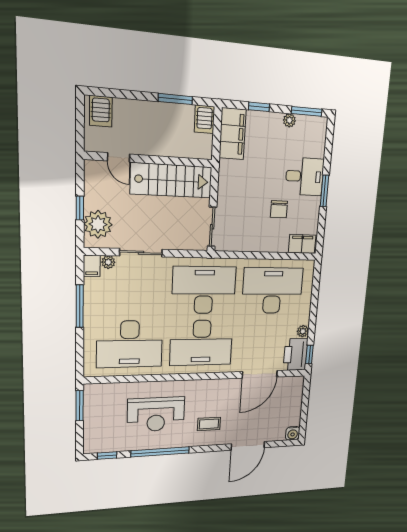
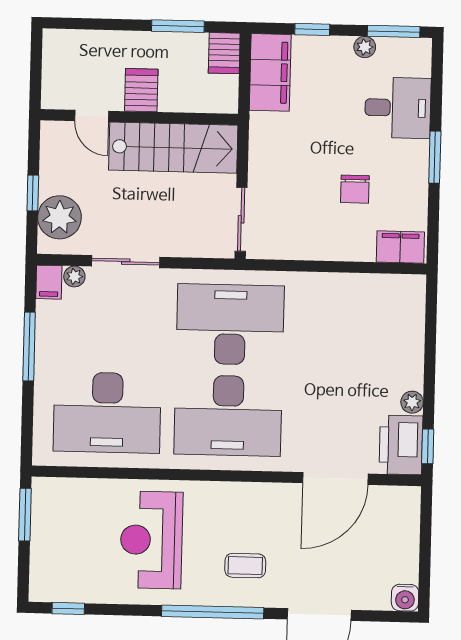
server rack: (101, 111) -> (141, 90), moved, turned 180
desk: (305, 176) -> (398, 108), moved
desk: (272, 291) -> (351, 327), removed
reception desk: (156, 414) -> (151, 540), turned 90
window: (160, 452) -> (213, 612), moved

